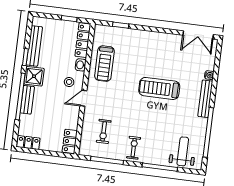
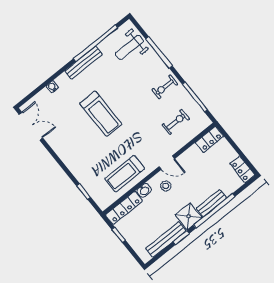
treadmill: (104, 64) -> (125, 174), turned 180
bench: (205, 99) -> (84, 63), moved

